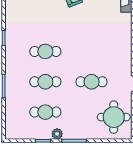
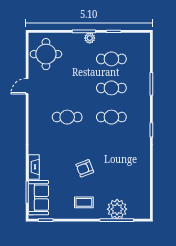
cafe table: (92, 82) -> (67, 117), moved
plant: (57, 134) -> (90, 38), moved

